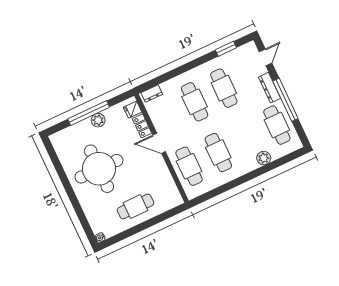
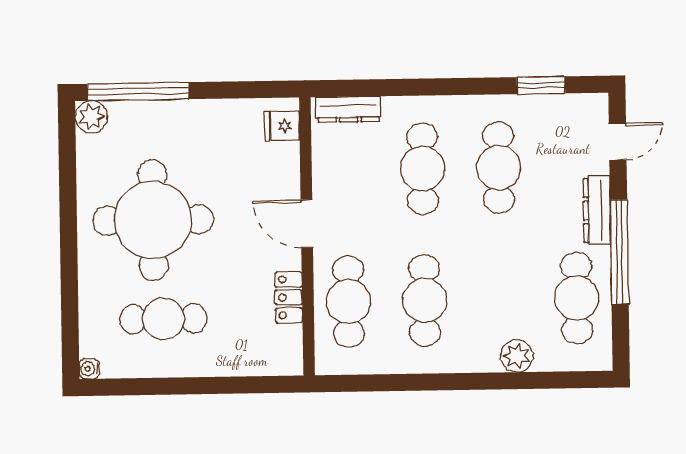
dresser: (152, 93) -> (349, 109), width x1.44
window: (89, 113) -> (138, 91), moved
plant: (98, 120) -> (91, 117), moved
locker: (142, 126) -> (289, 297), moved
cafe table: (135, 207) -> (163, 319), moved

